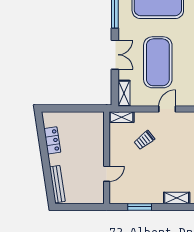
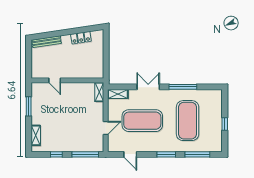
double door: (115, 55) -> (148, 87), swing flipped
door: (167, 109) -> (106, 128), hinge flipped
trolley: (144, 140) -> (81, 110), removed

